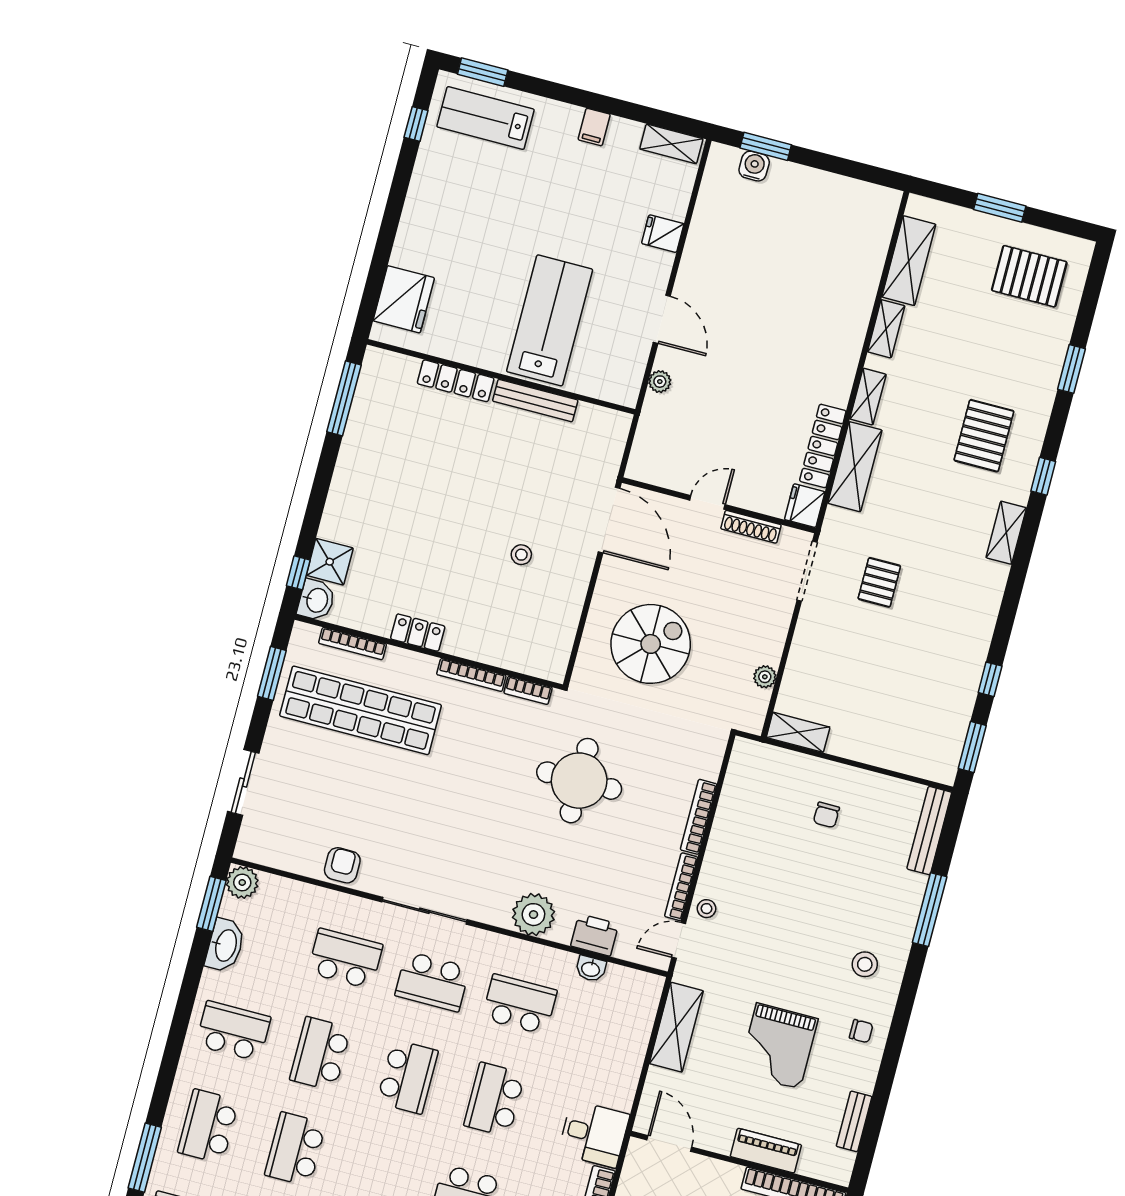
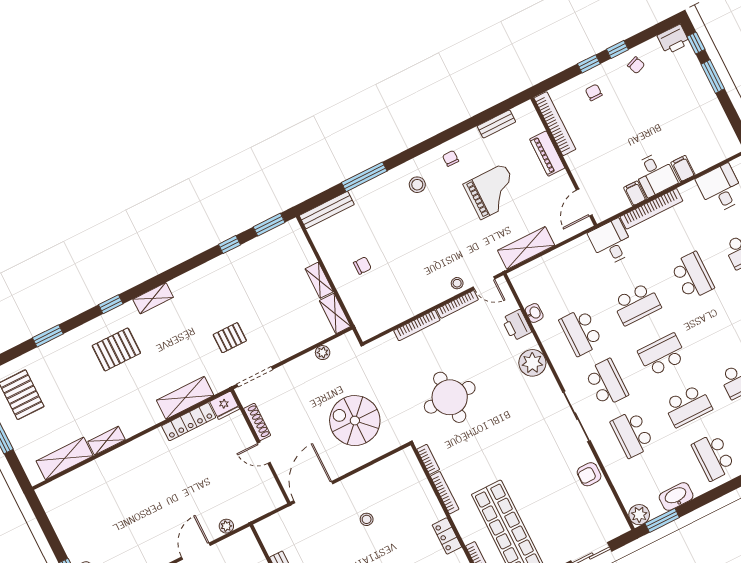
shelving: (868, 397) -> (319, 280), moved, turned 90

